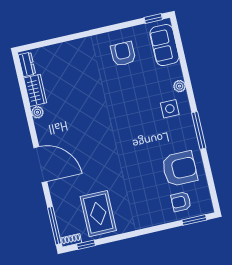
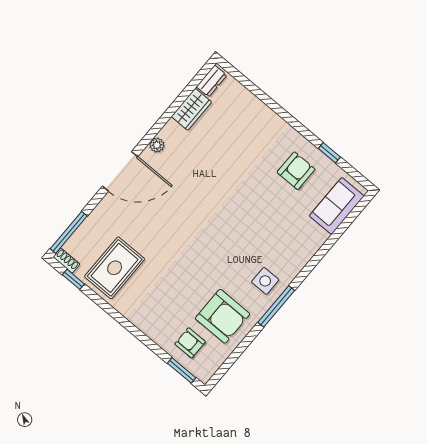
window: (153, 19) -> (329, 153), moved
plant: (180, 86) -> (306, 253), removed
side table: (170, 109) -> (265, 281), moved
plant: (37, 112) -> (157, 145), moved
door: (40, 165) -> (120, 171), hinge flipped

